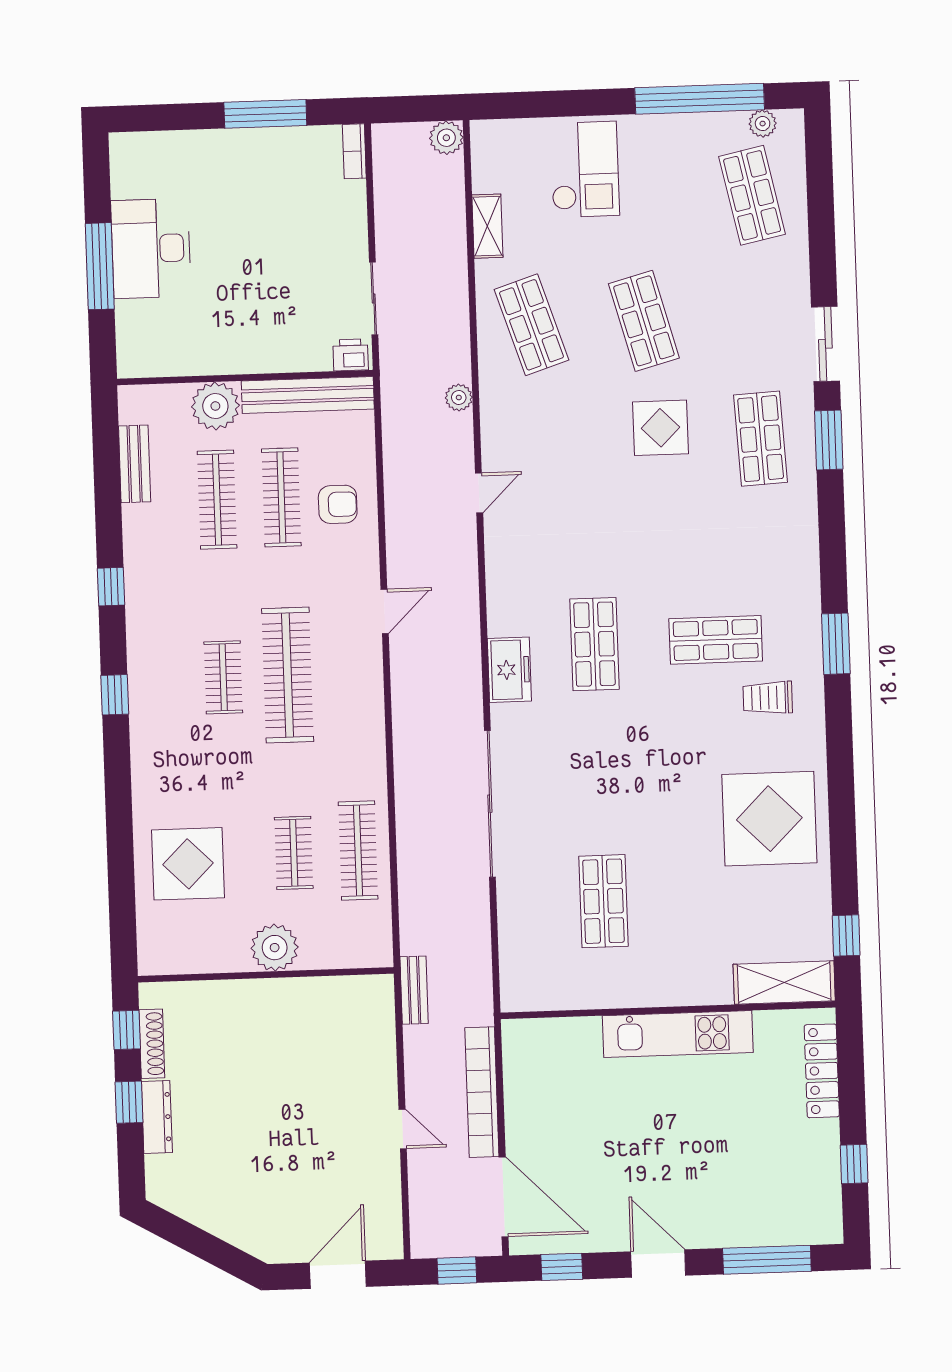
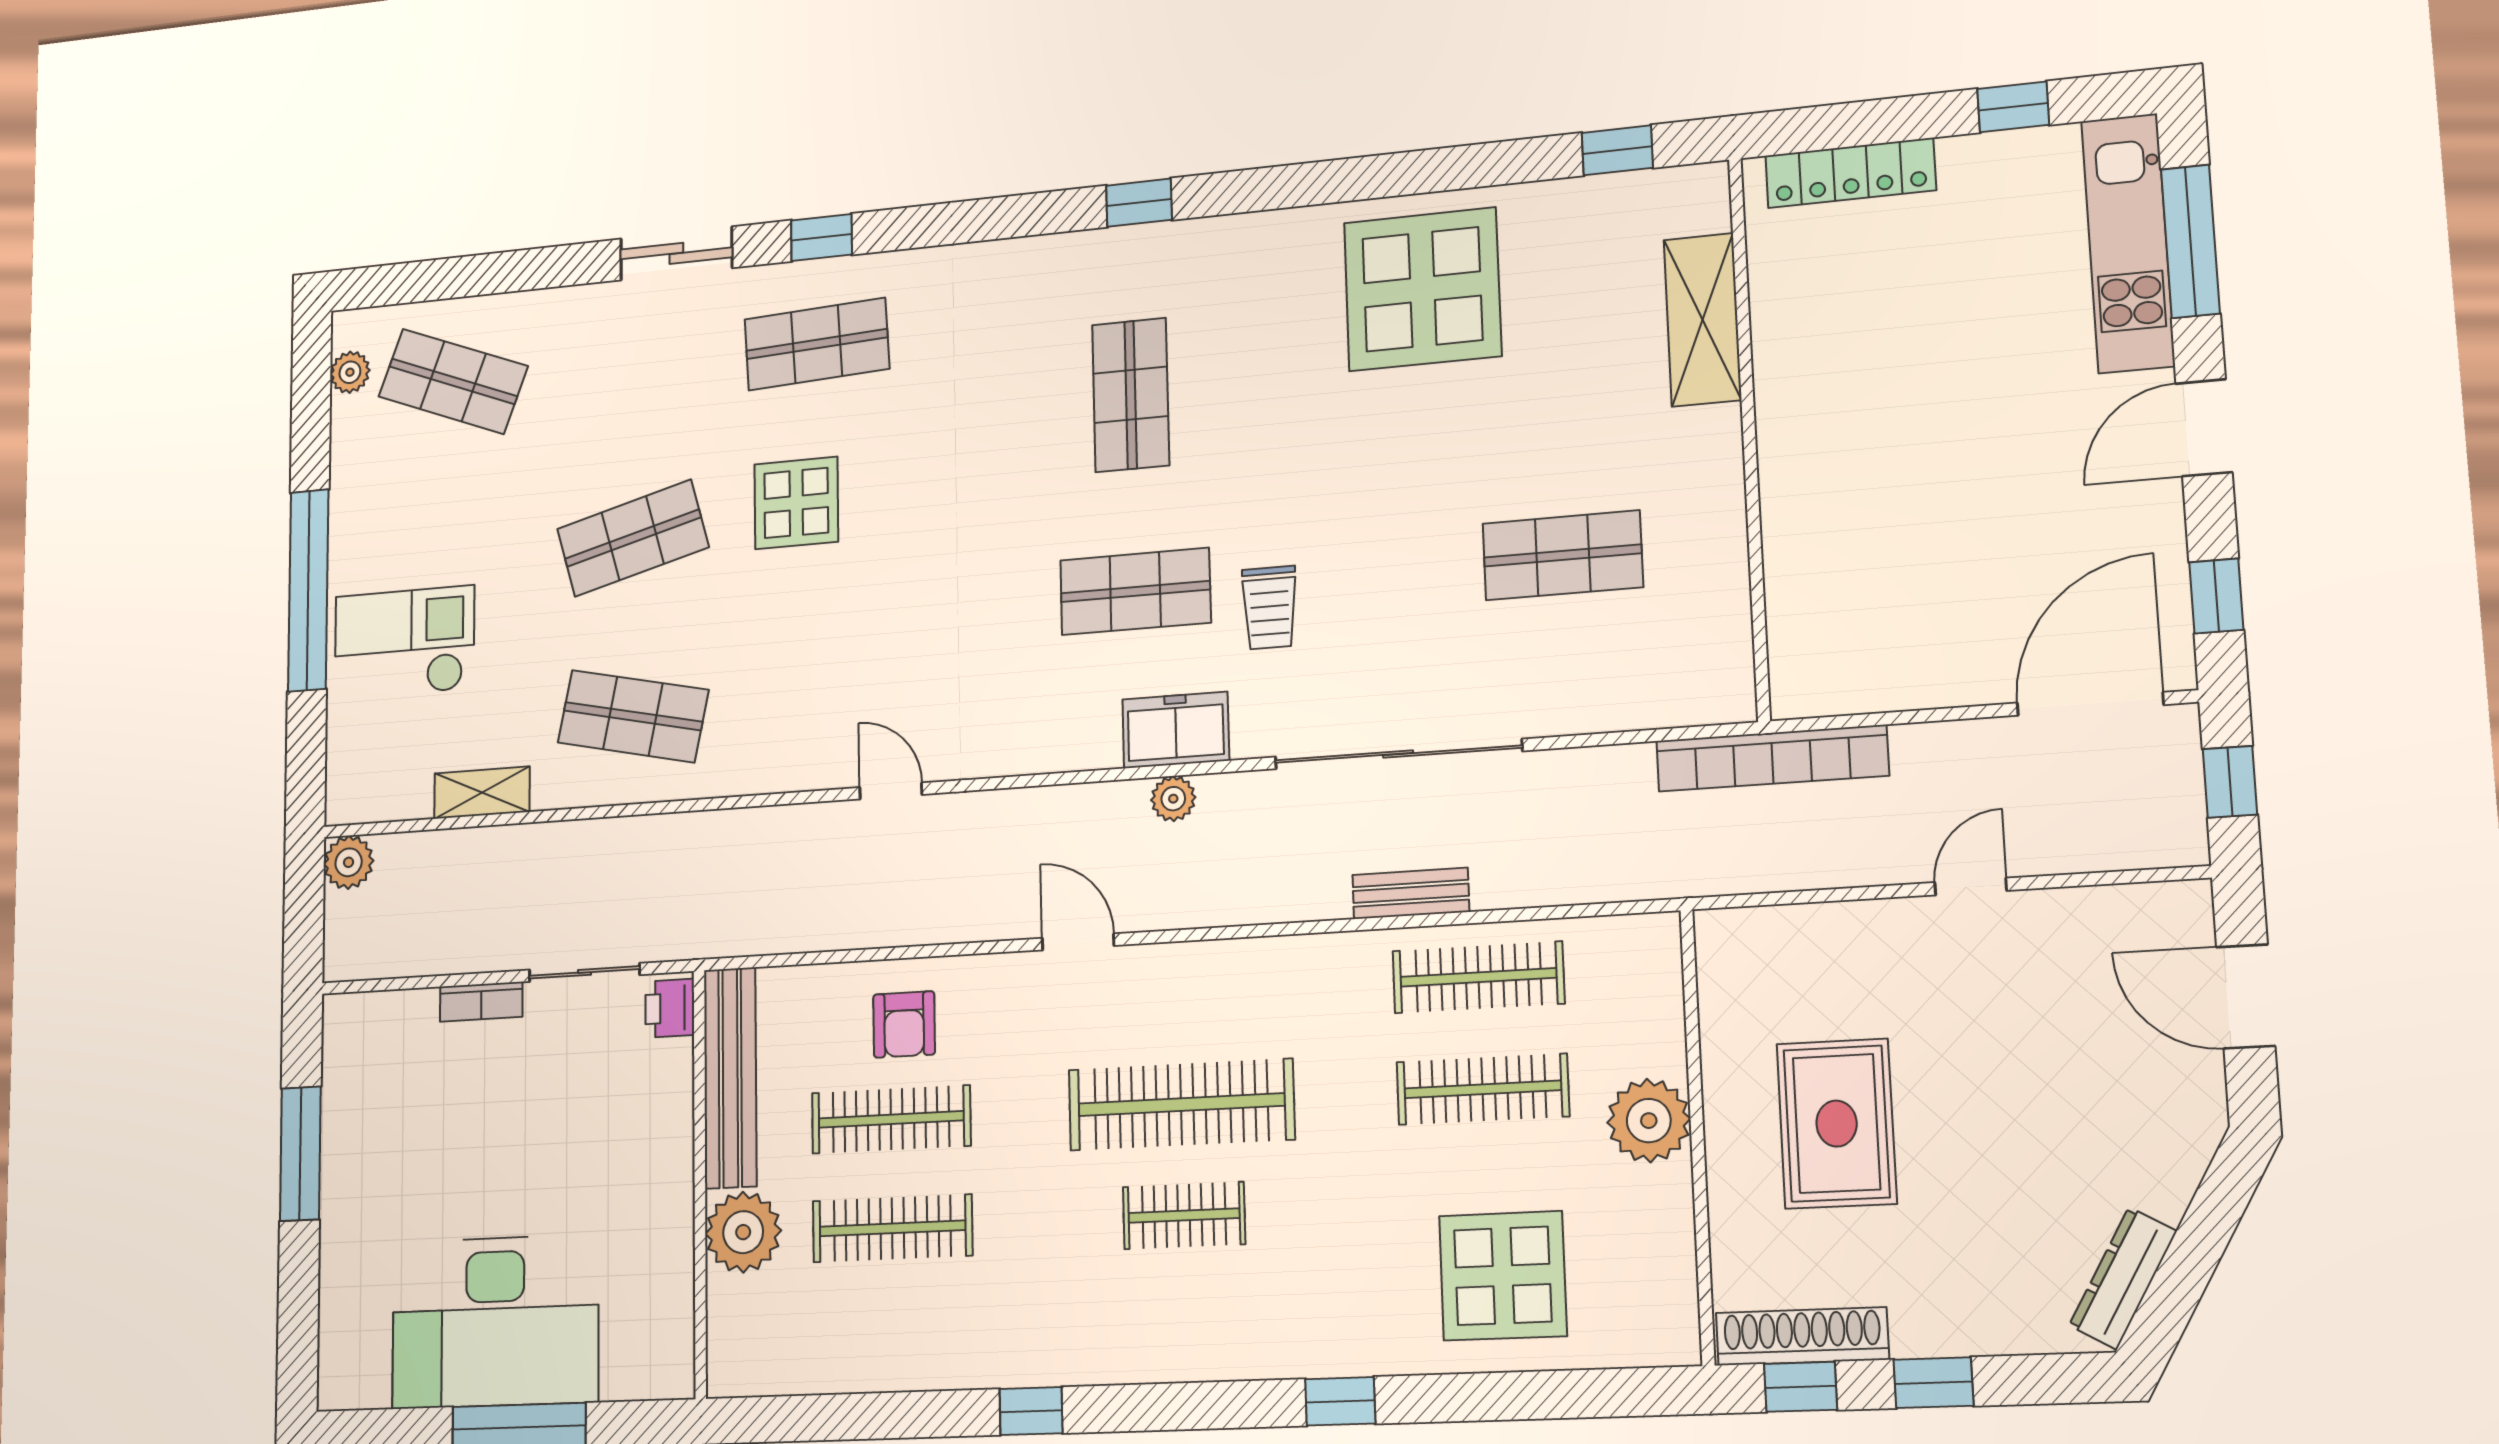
window: (700, 99) -> (308, 590), moved
bookcase: (354, 151) -> (481, 1002), moved
shop shelf: (752, 195) -> (453, 381), turned 33
desk: (151, 248) -> (495, 1322), width x1.36, depth x1.30
shop shelf: (531, 325) -> (633, 716), turned 30
plant: (459, 397) -> (1173, 799), moved
window: (829, 440) -> (822, 237), width x0.67
bench: (135, 464) -> (832, 1369), removed
armchair: (338, 504) -> (904, 1024), turned 180
window: (836, 644) -> (1139, 203), width x0.67
window: (115, 695) -> (1340, 1401), moved
trolley: (768, 698) -> (1270, 608), moved
clothes rail: (294, 853) -> (1483, 1089), width x1.36
shelving: (784, 983) -> (1702, 320), moved
bench: (414, 990) -> (1411, 893), moved
kitchen unit: (678, 1034) -> (2128, 243), moved, turned 180
shoe rack: (152, 1044) -> (1802, 1336), width x1.36, depth x1.24
rug: (272, 1052) -> (1837, 1124), added
bookcase: (482, 1092) -> (1772, 758), moved
dresser: (157, 1117) -> (2123, 1278), moved, turned -60

